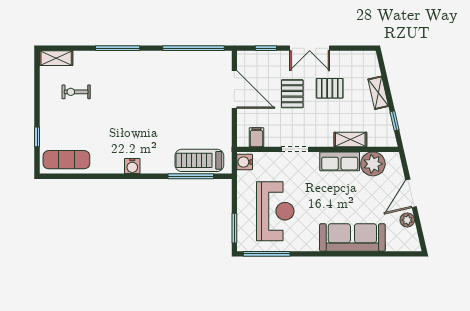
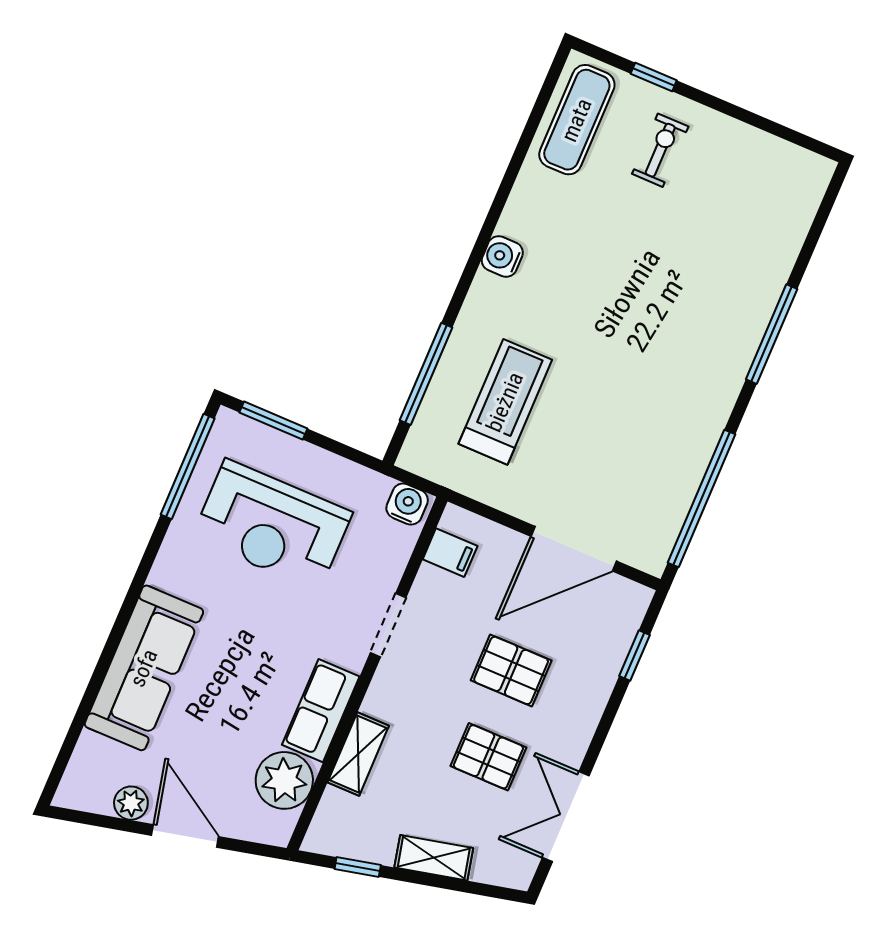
double door: (310, 48) -> (566, 817), moved
shelving: (56, 58) -> (807, 191), removed
pallet: (330, 88) -> (488, 757), turned 90
exercise bike: (76, 92) -> (660, 150), moved
treadmill: (199, 160) -> (505, 402), moved

